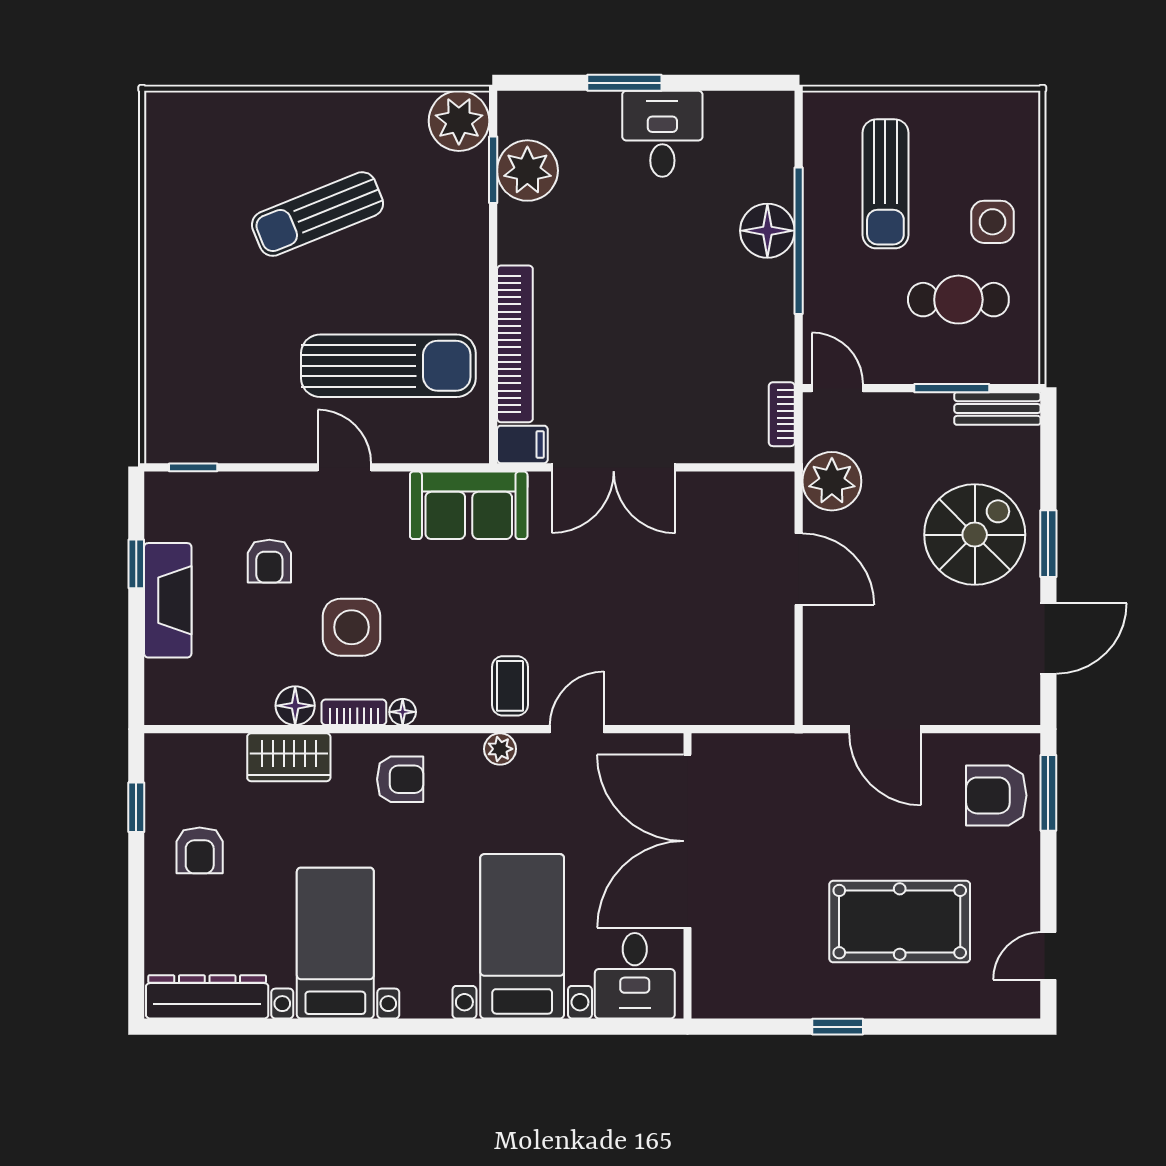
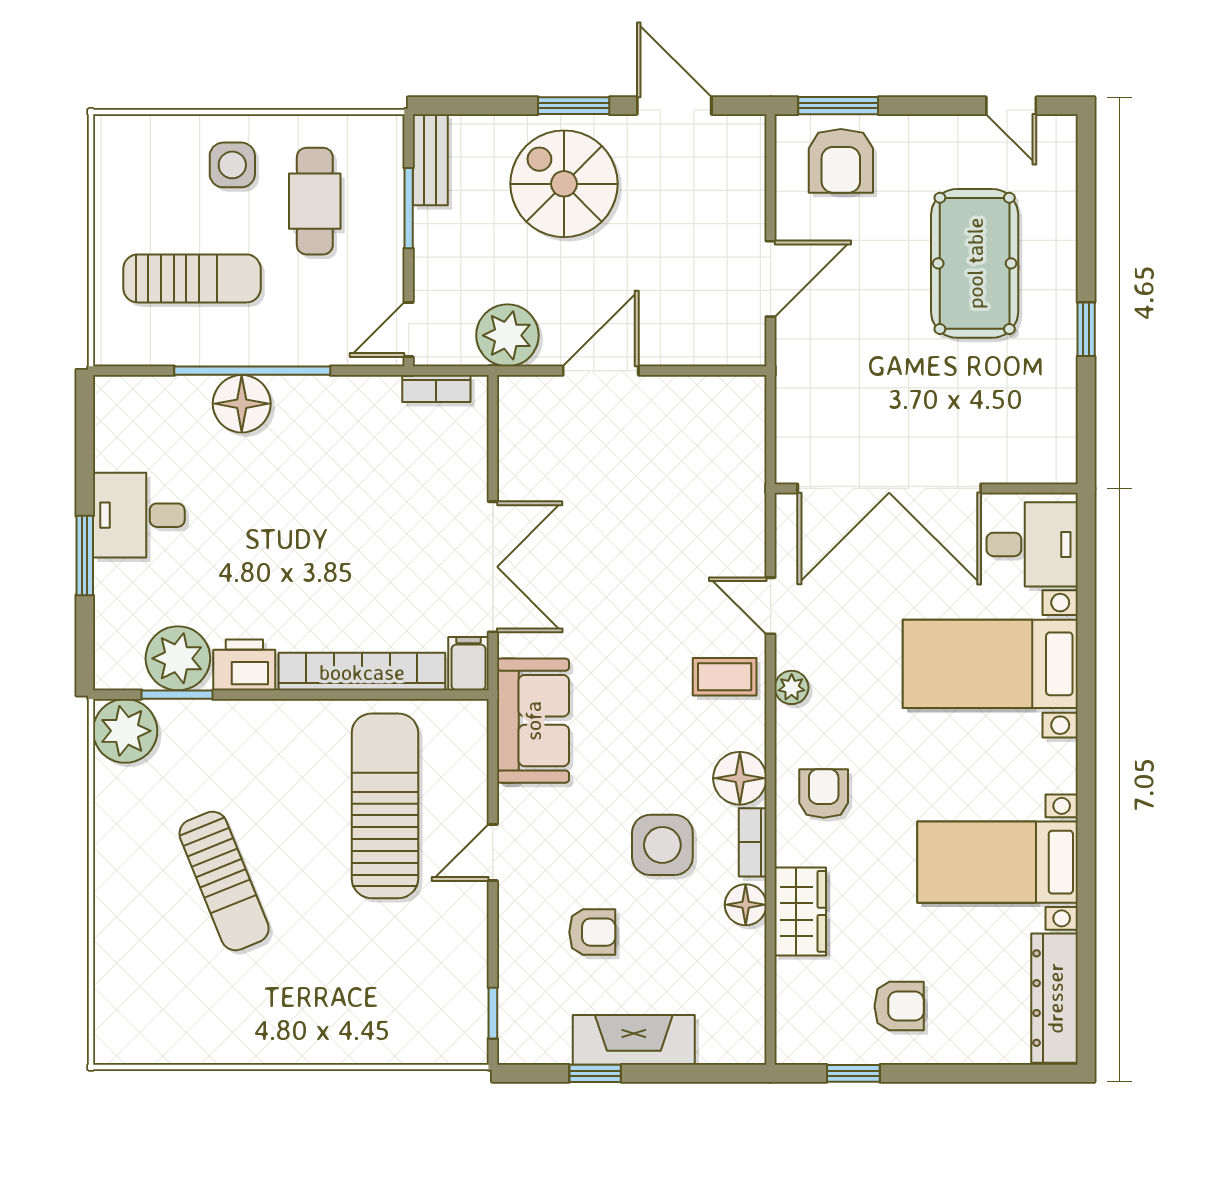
printer: (521, 233) -> (244, 665), added
floor lamp: (403, 712) -> (740, 778), width x1.89, depth x1.89

